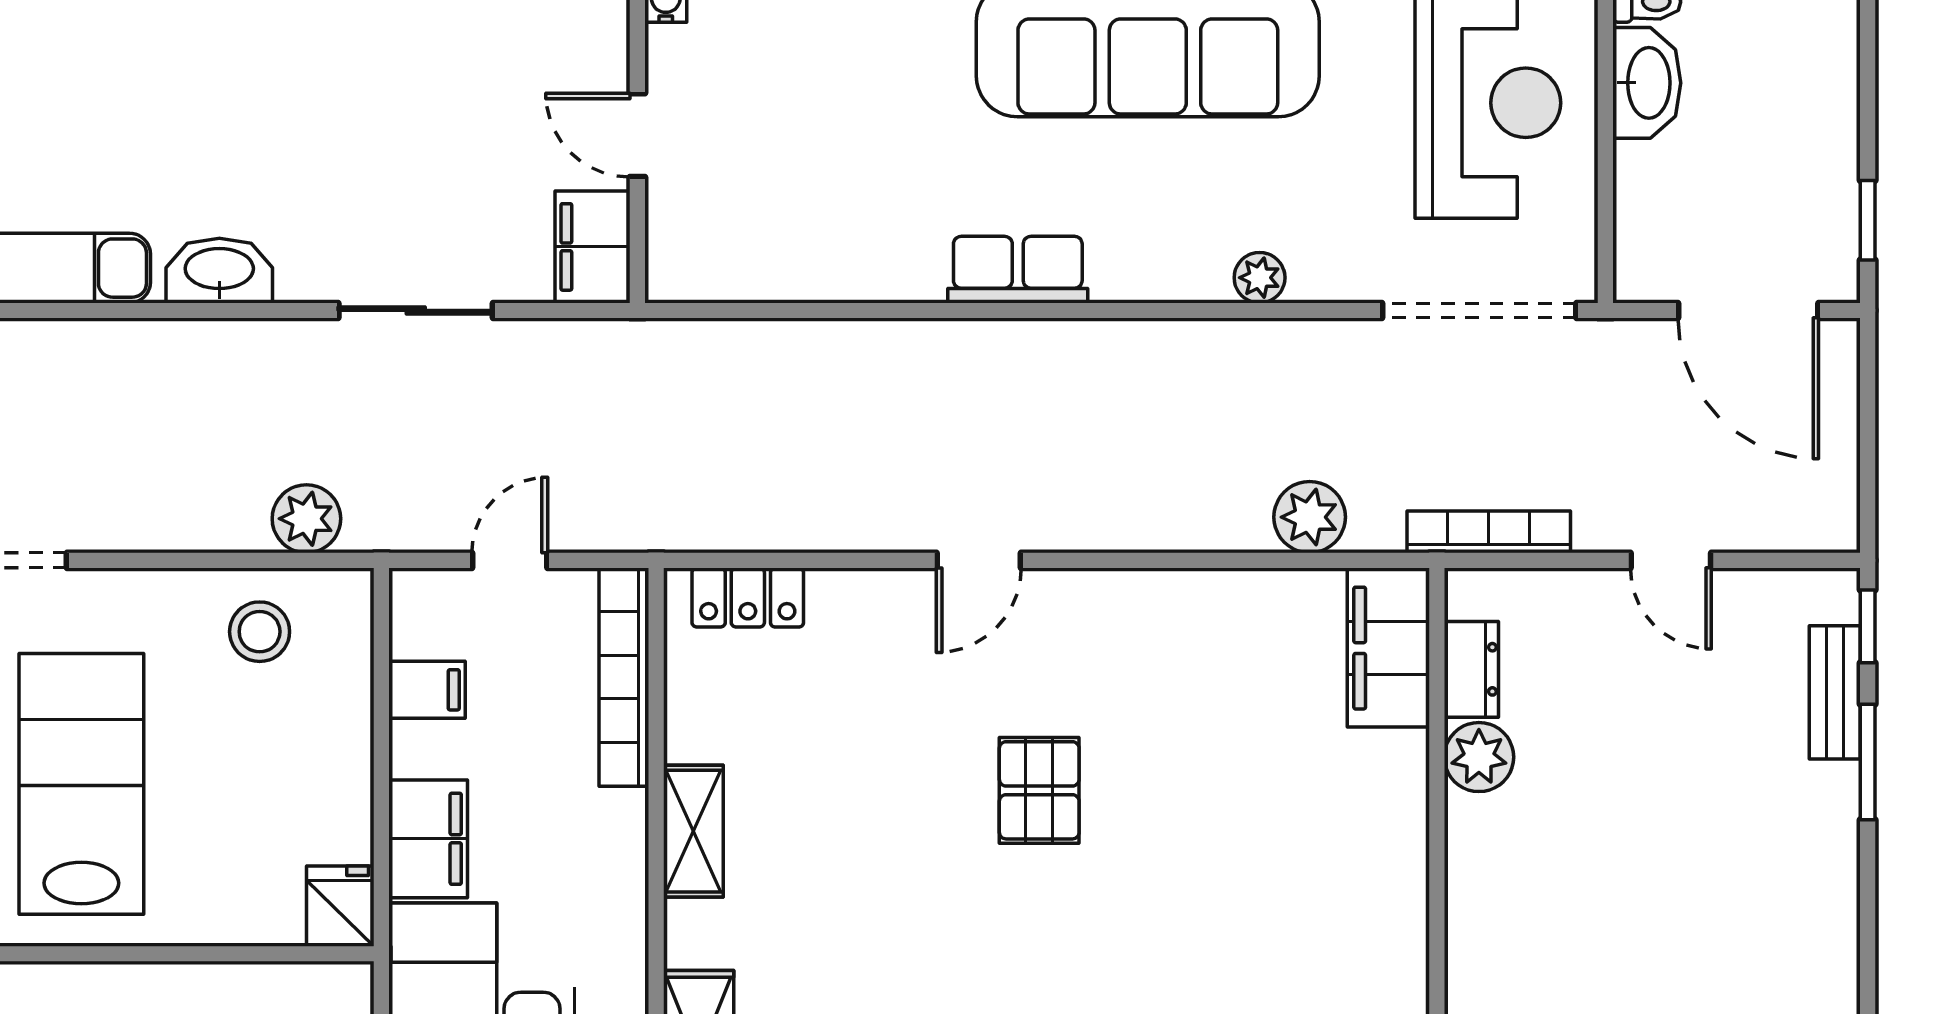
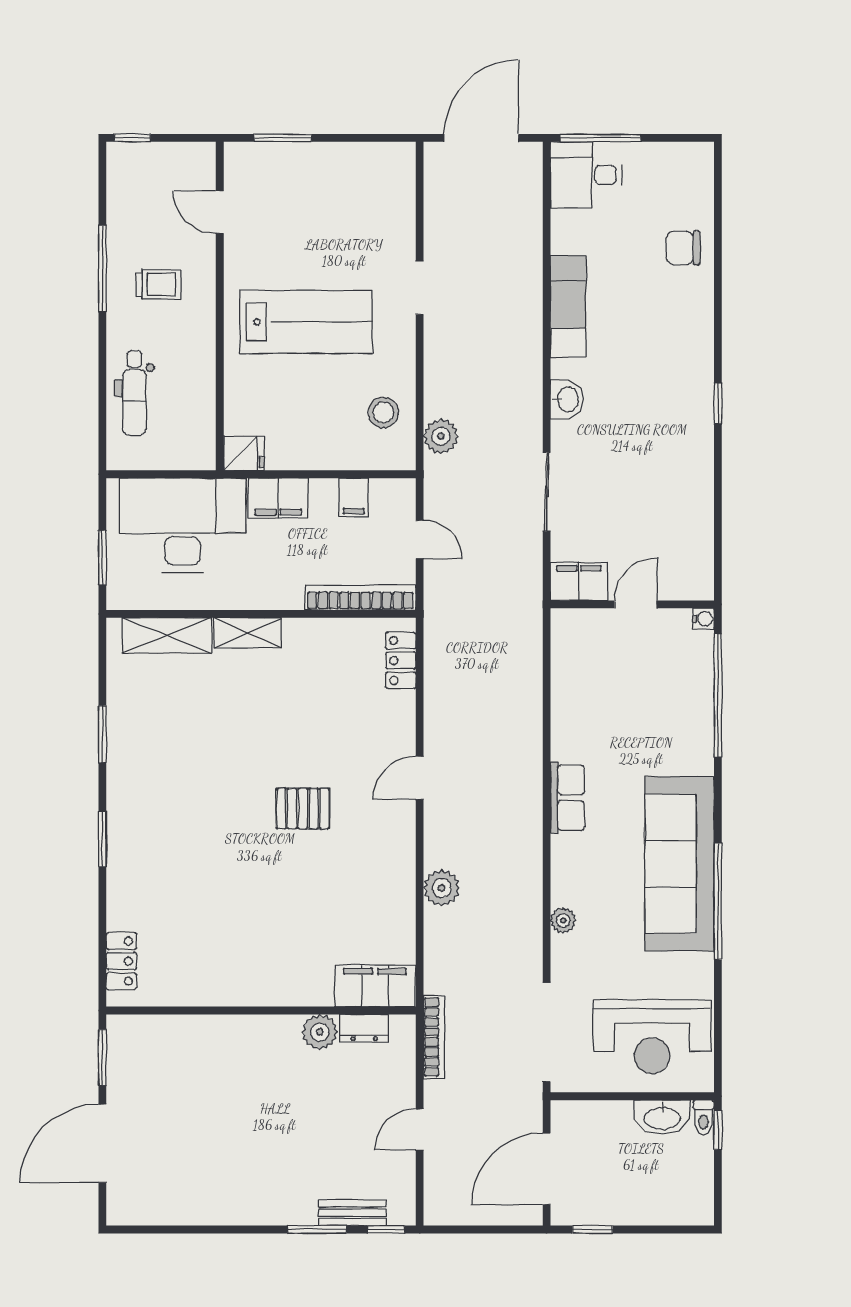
washbasin: (219, 271) -> (567, 399), width x0.72
plant: (1310, 517) -> (442, 888), moved
door: (979, 560) -> (420, 778), hinge flipped
shelving: (693, 831) -> (247, 633), moved

